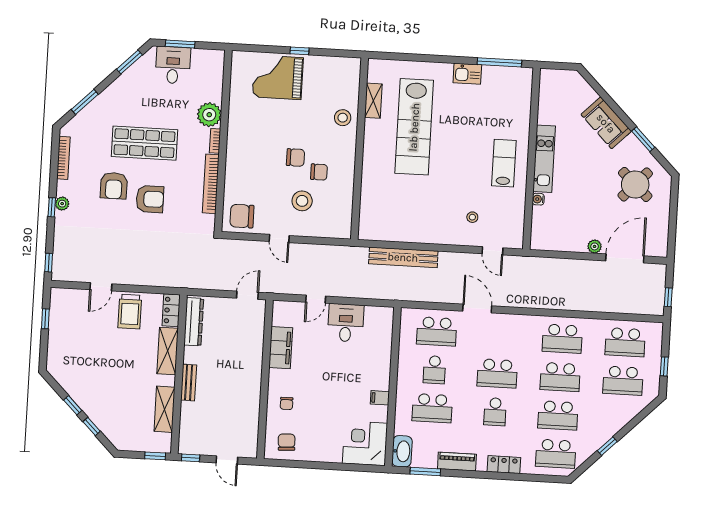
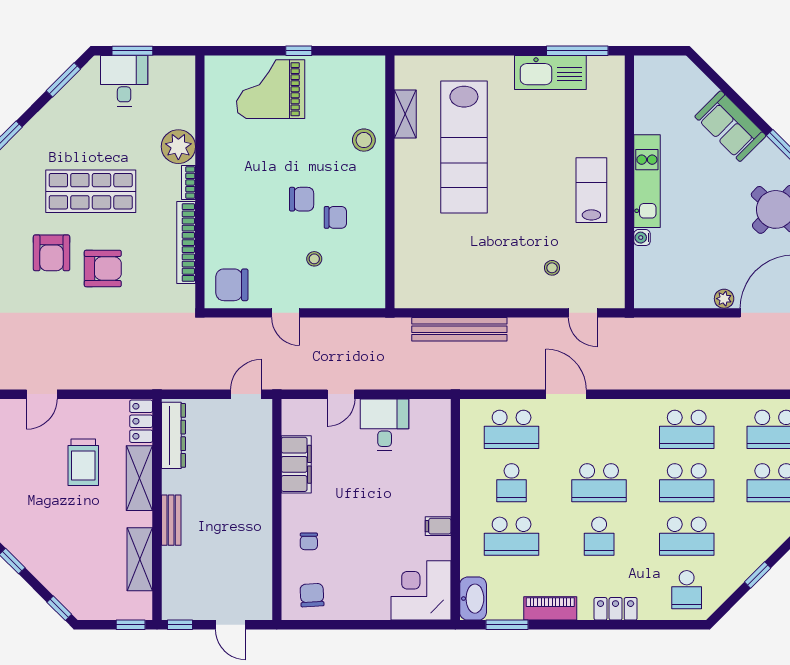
kitchen sink: (467, 74) -> (550, 72), width x1.88, depth x1.24
stool: (302, 201) -> (314, 259), width x0.53, depth x0.53
trolley: (130, 312) -> (83, 462), moved
window: (92, 426) -> (59, 608), moved
school desk: (556, 454) -> (687, 590), width x0.54

